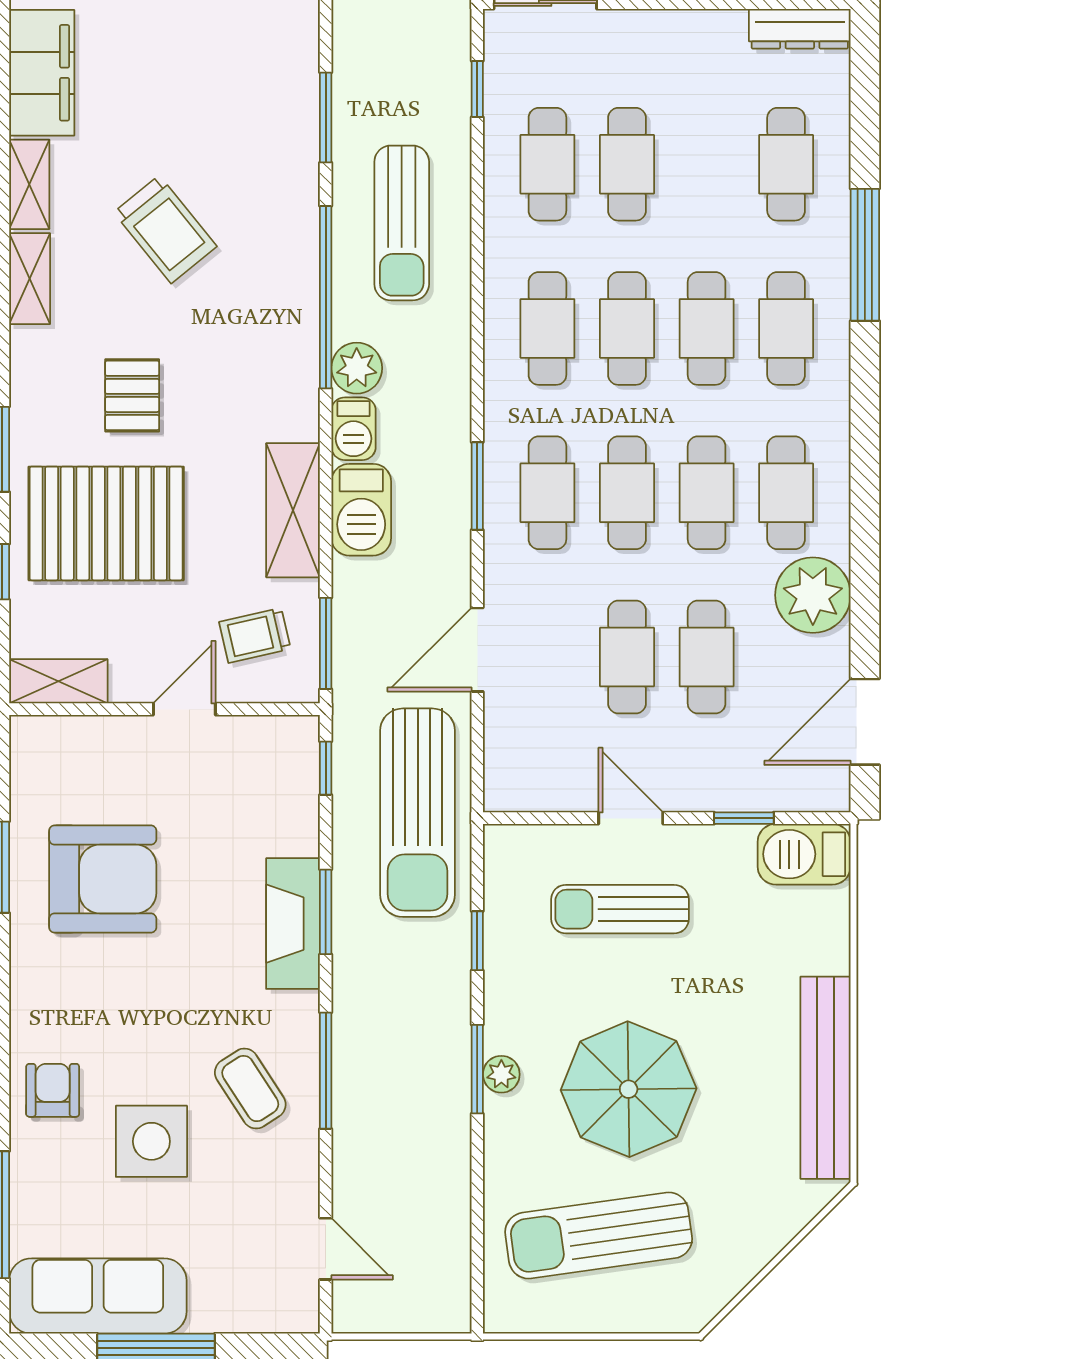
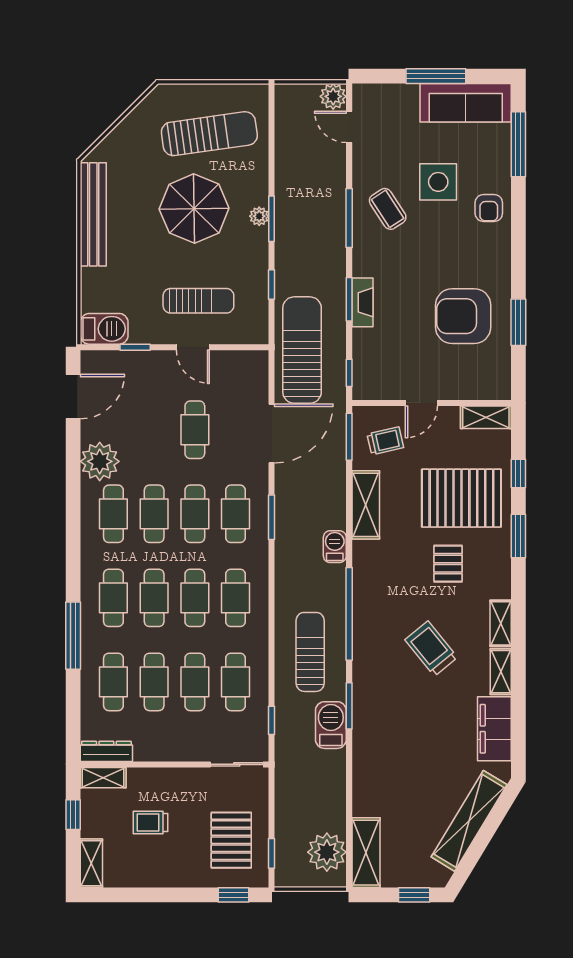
plant: (357, 368) -> (333, 96), moved
barbecue: (361, 510) -> (331, 725), moved
door: (477, 650) -> (271, 434), width x1.36
cafe table: (707, 657) -> (154, 682), moved
fireplace: (293, 924) -> (362, 302), width x0.73, depth x0.76

